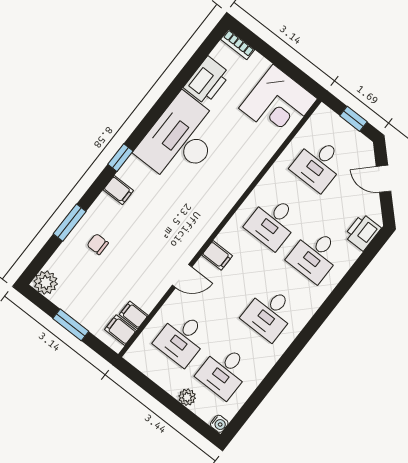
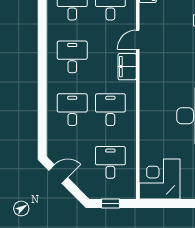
door: (384, 179) -> (58, 174), moved
printer: (363, 232) -> (55, 144), removed
filing cabinet: (217, 255) -> (127, 67), width x2.00

